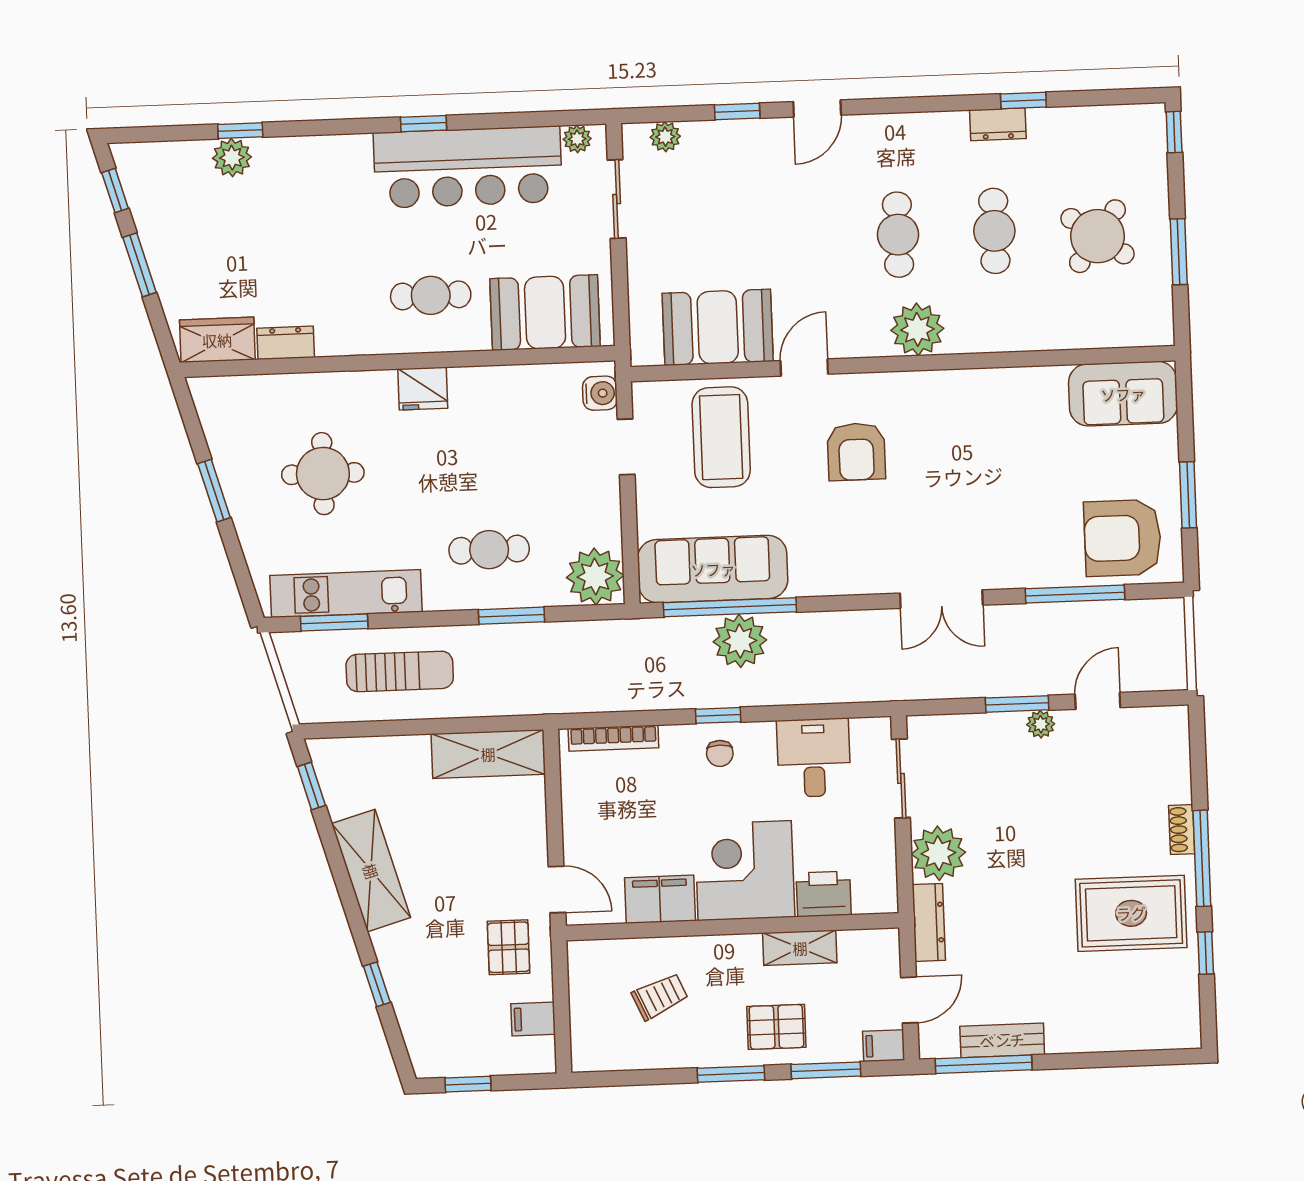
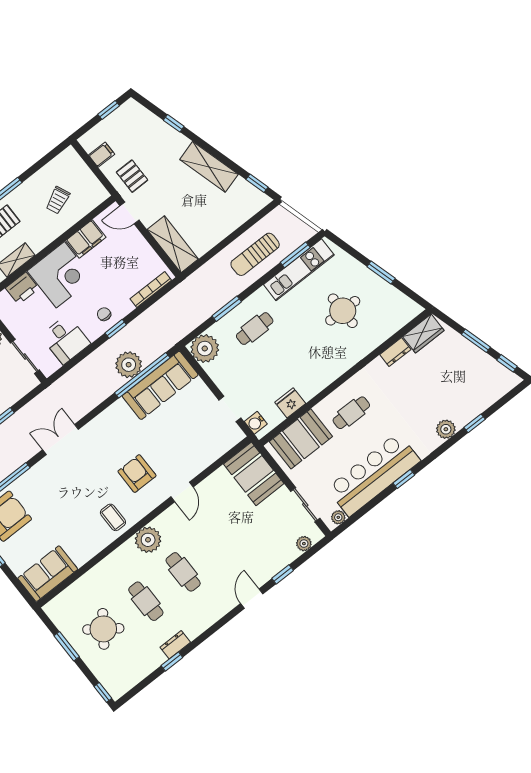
plant: (232, 158) -> (446, 429), moved
booth: (718, 327) -> (254, 474), moved, turned 90
fridge: (423, 389) -> (290, 403), moved
coffee table: (721, 437) -> (113, 517), moved, width x0.54, depth x0.58
shelving: (488, 754) -> (173, 244), moved, turned 90

